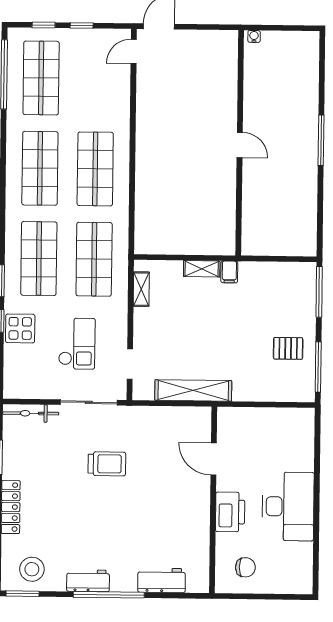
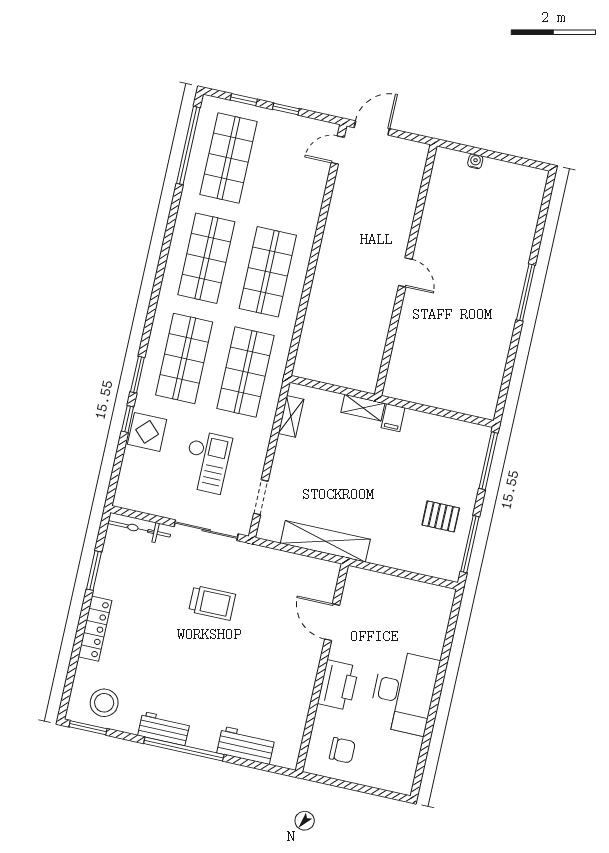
wall: (240, 143) -> (406, 270), moved
door: (240, 145) -> (405, 272), moved

